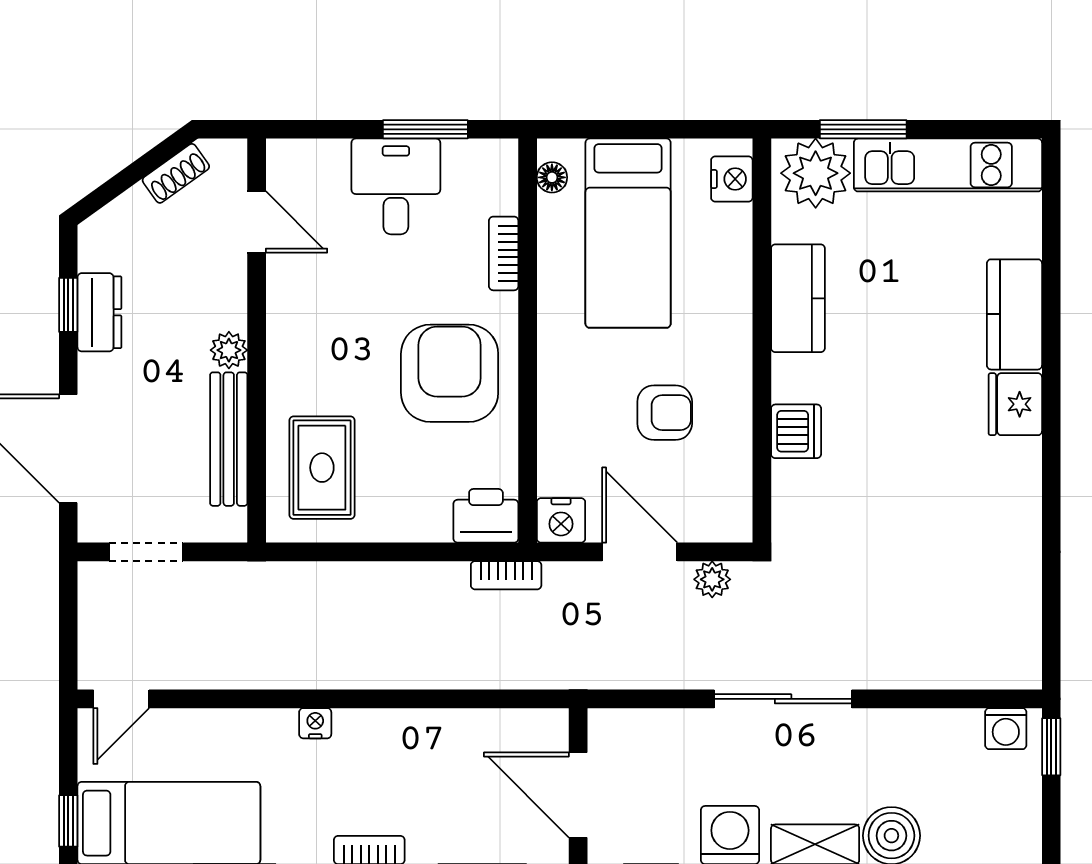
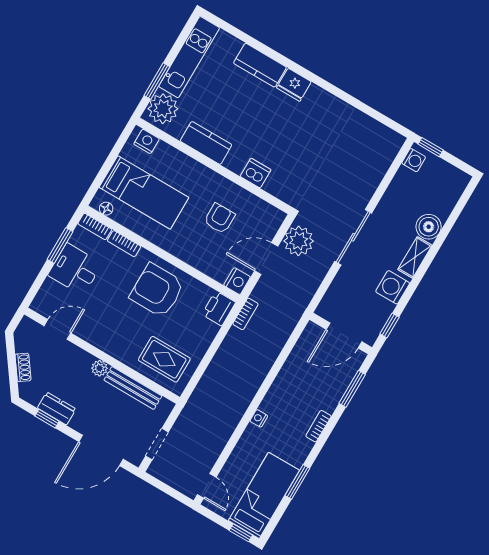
shoe rack: (176, 173) -> (23, 367), moved
bookcase: (504, 176) -> (95, 226), added
plant: (712, 579) -> (299, 241), width x1.88, depth x1.88

